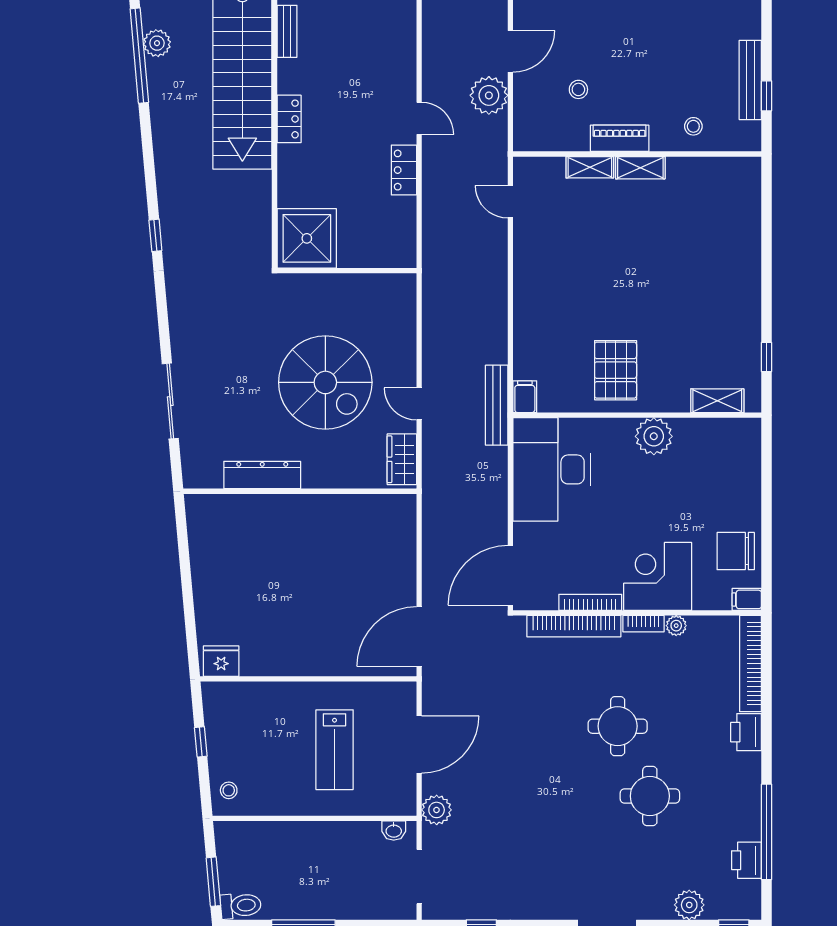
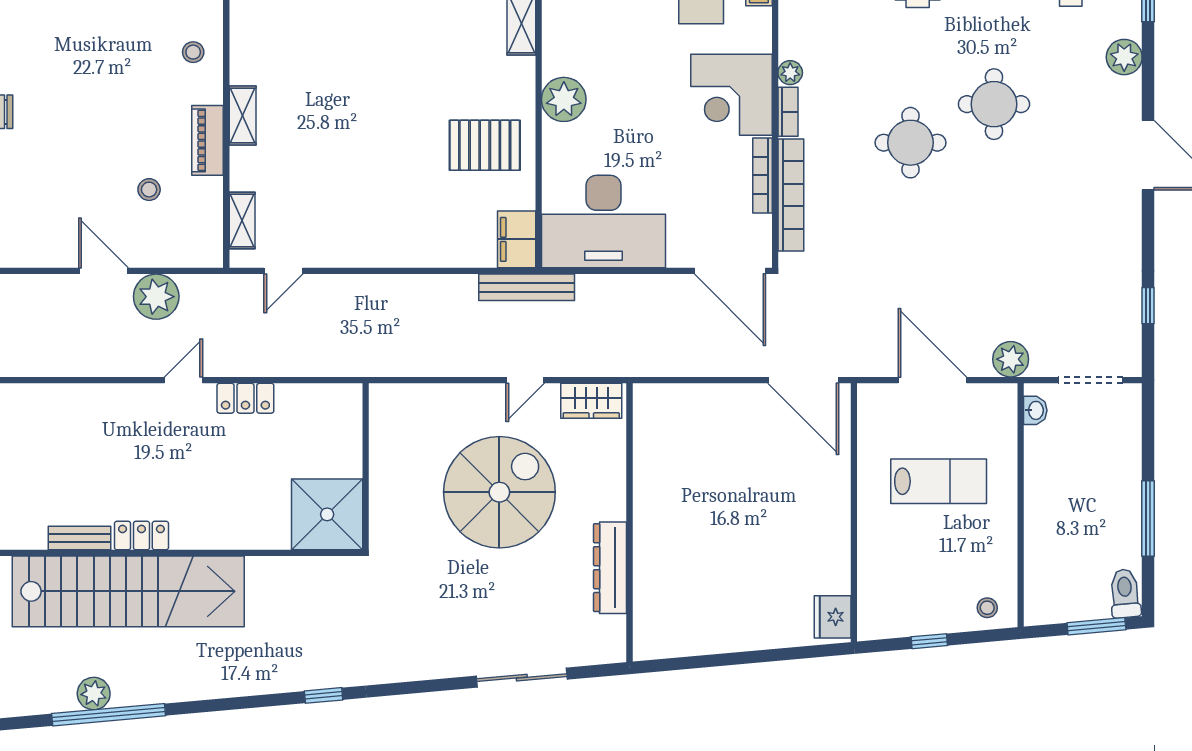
locker: (289, 119) -> (141, 536), moved
shelving: (590, 167) -> (242, 221), moved
filing cabinet: (525, 397) -> (517, 239), width x2.00

